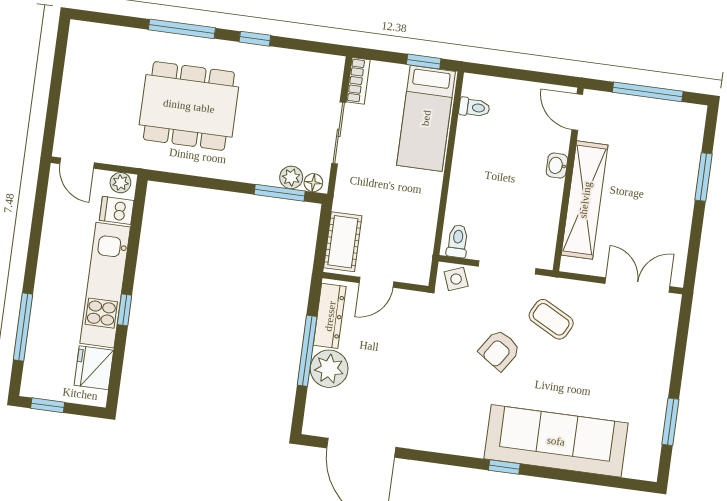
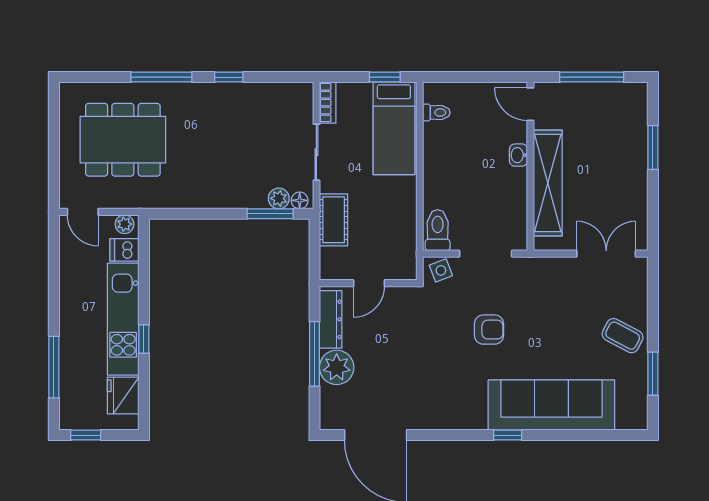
dining table: (189, 106) -> (123, 140), moved
toilet: (458, 241) -> (438, 230), width x1.37, depth x1.39
cot: (343, 242) -> (334, 220), moved
coffee table: (551, 319) -> (623, 336), moved
armchair: (500, 350) -> (489, 330), turned -124

